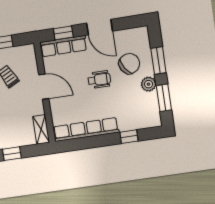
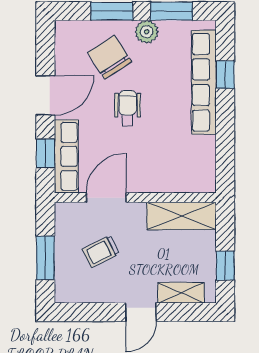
door: (44, 87) -> (106, 198), moved
shelving: (41, 129) -> (182, 216), width x1.50, depth x1.33
row of seats: (86, 130) -> (204, 82), moved

